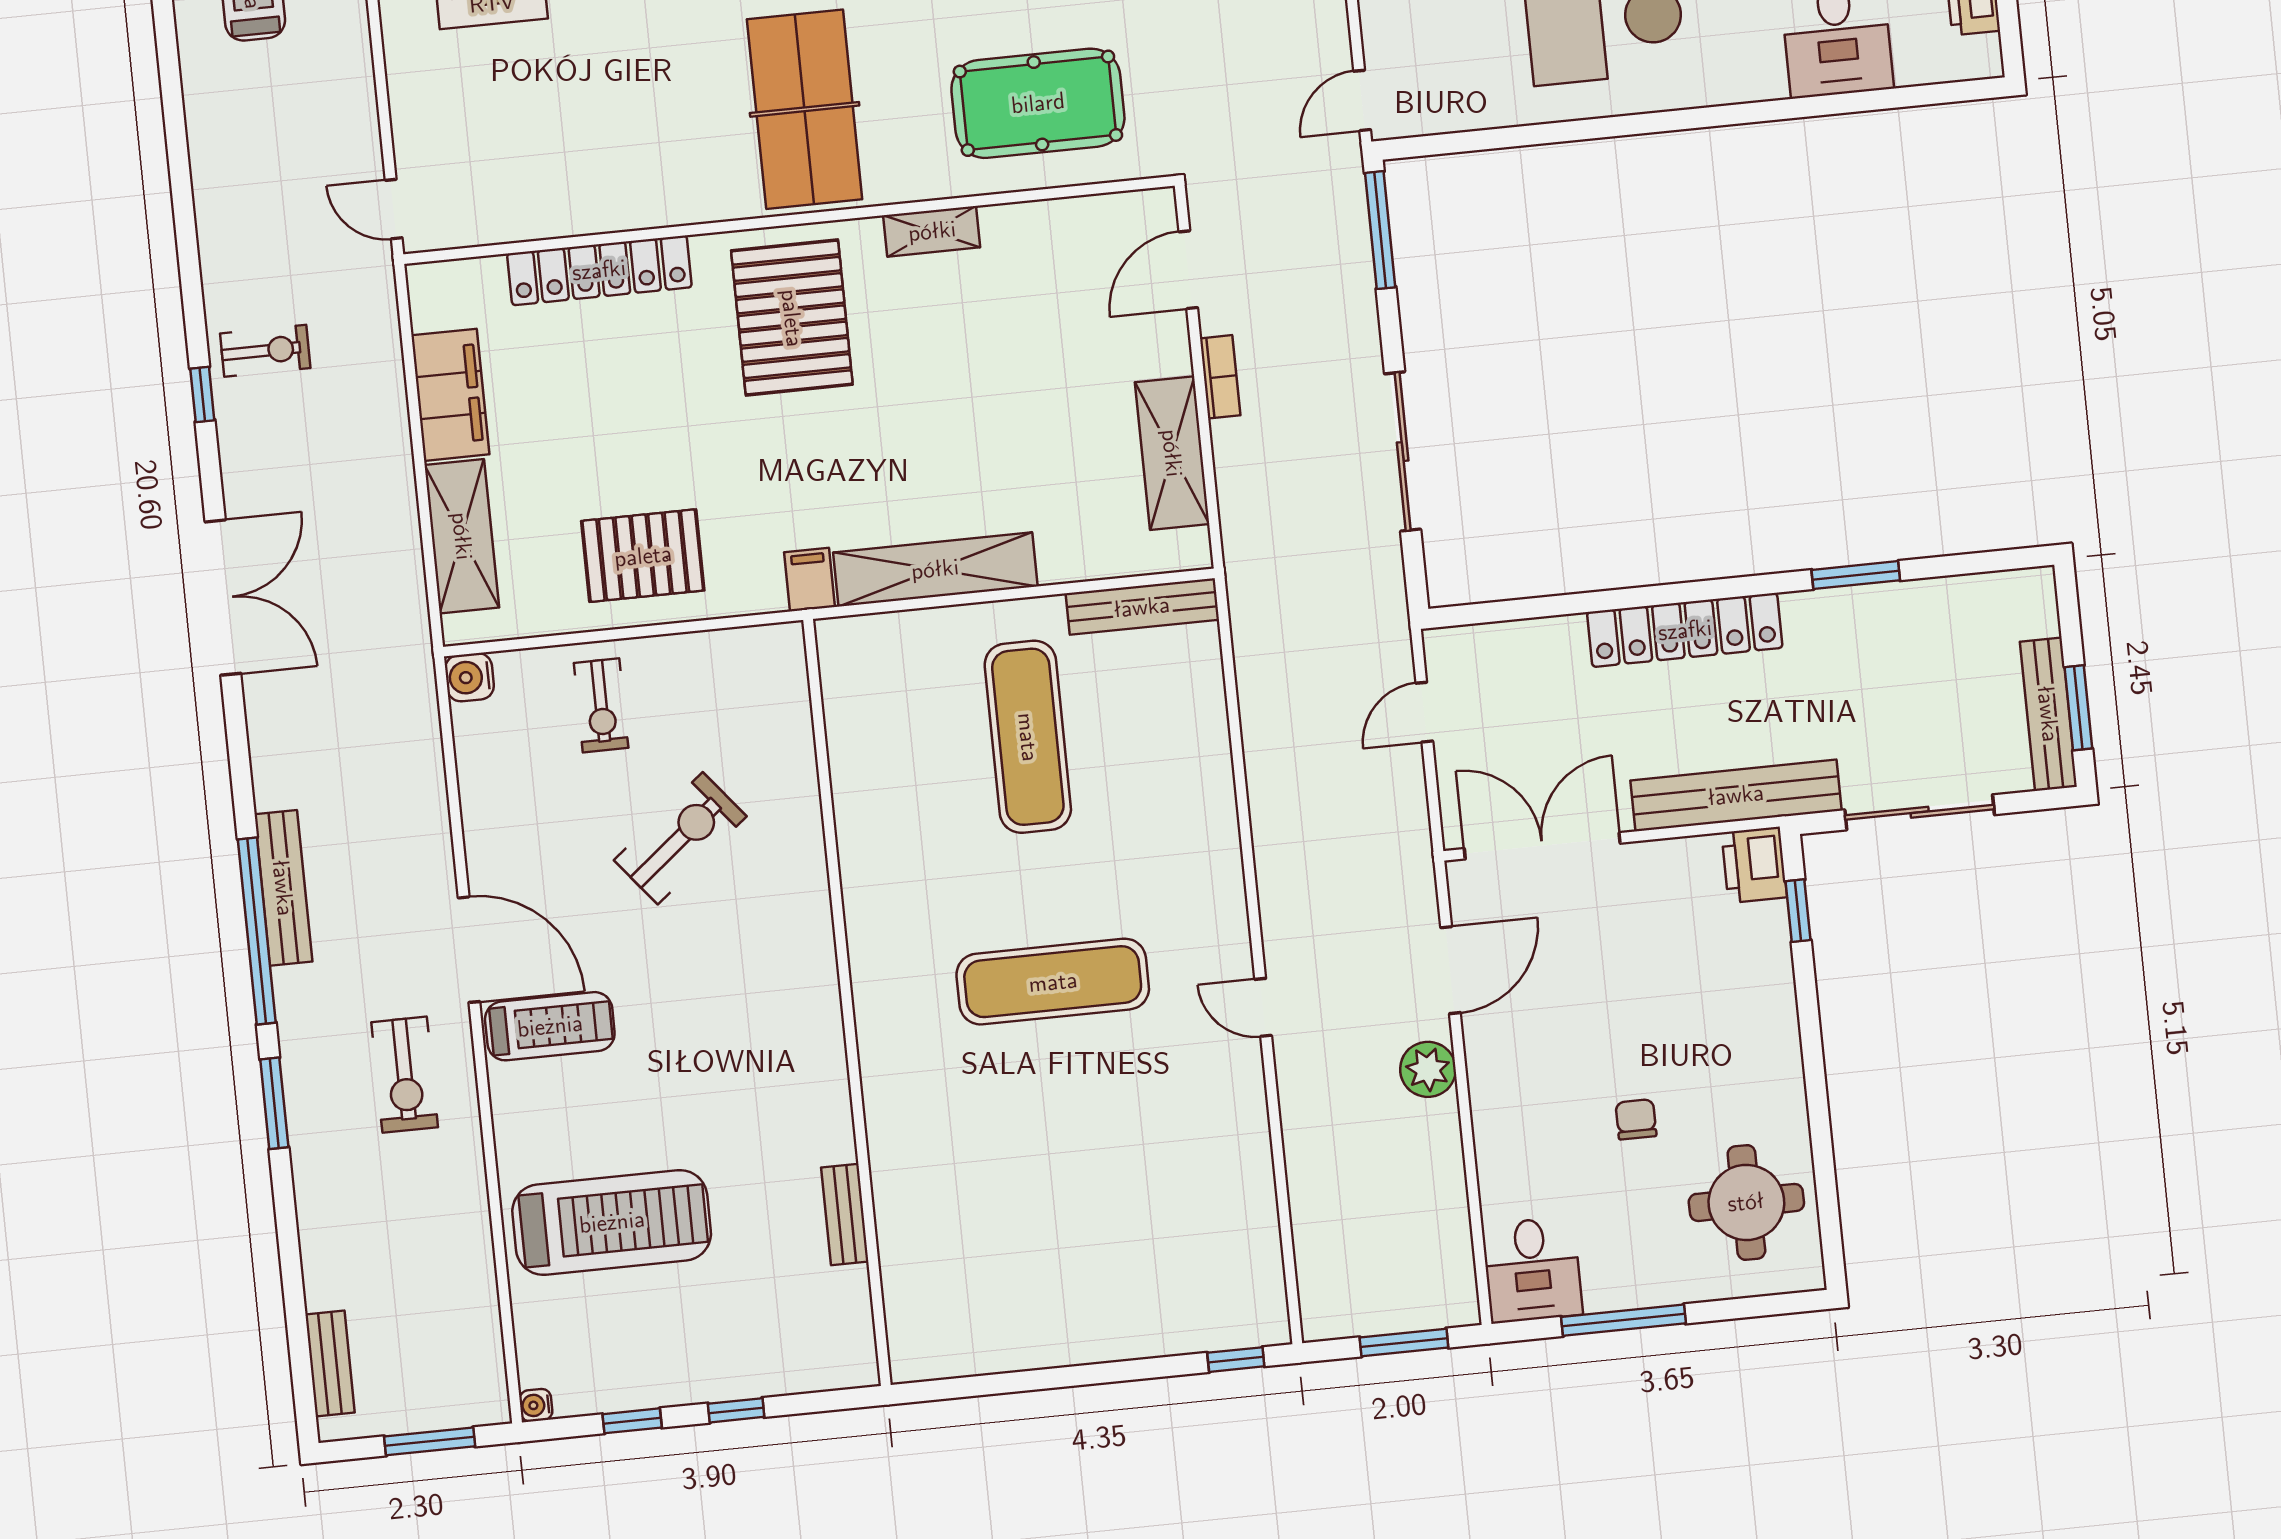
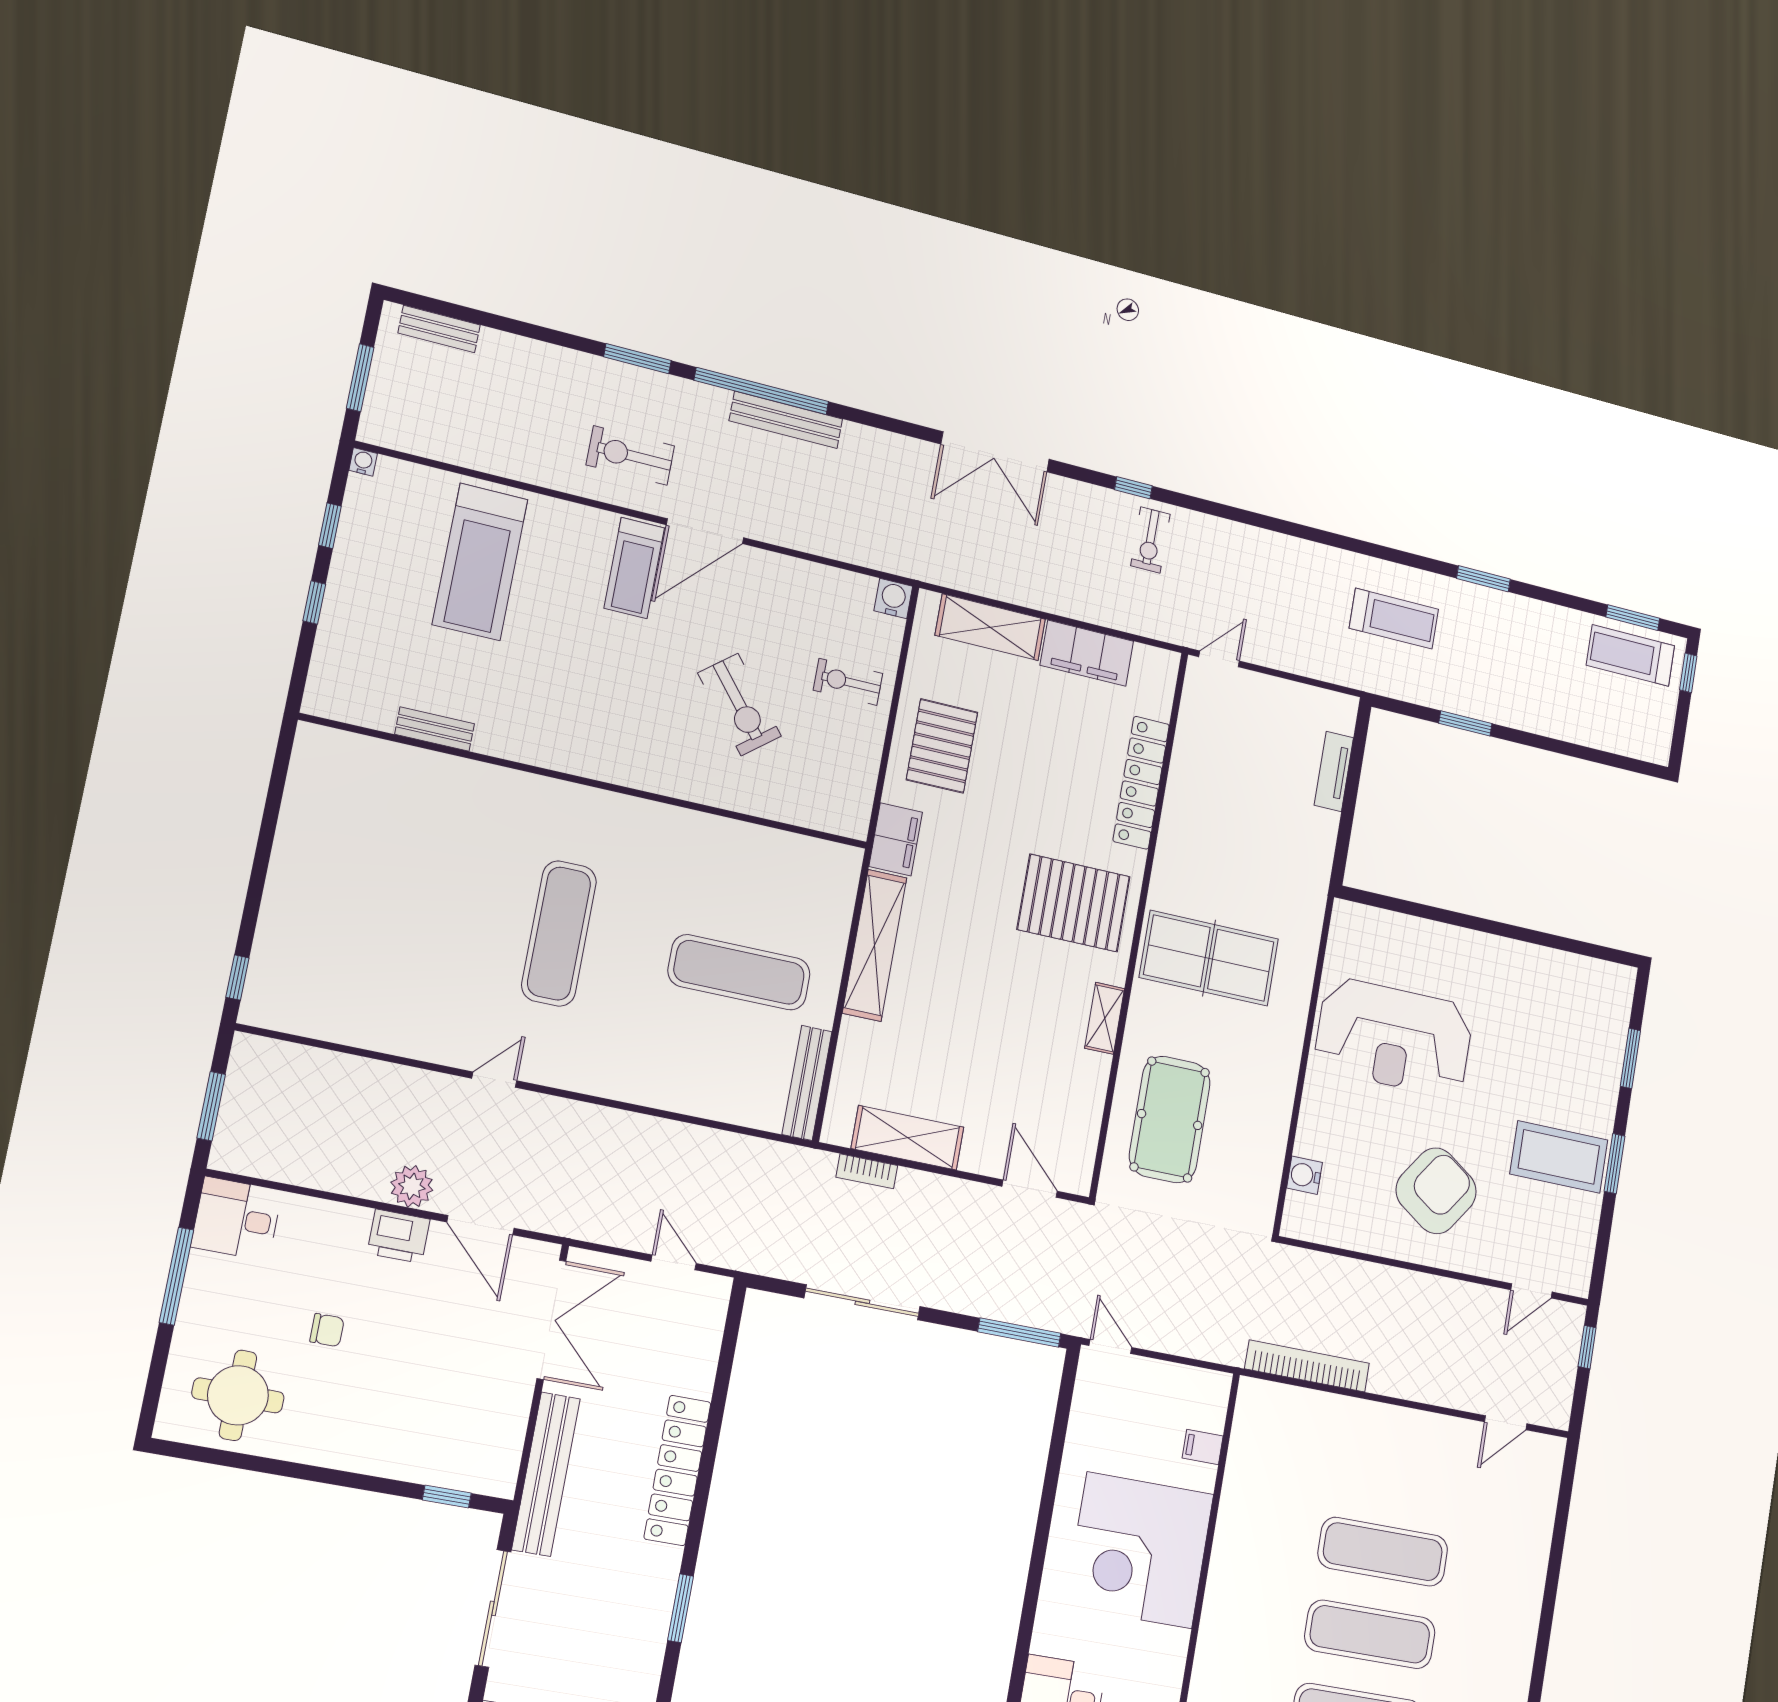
bookcase: (1220, 377) -> (867, 1171), moved
filing cabinet: (809, 580) -> (896, 839), width x2.00
printer: (1754, 865) -> (399, 1236), moved, turned 180

